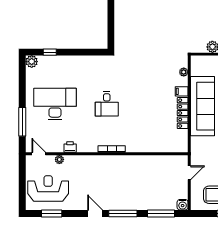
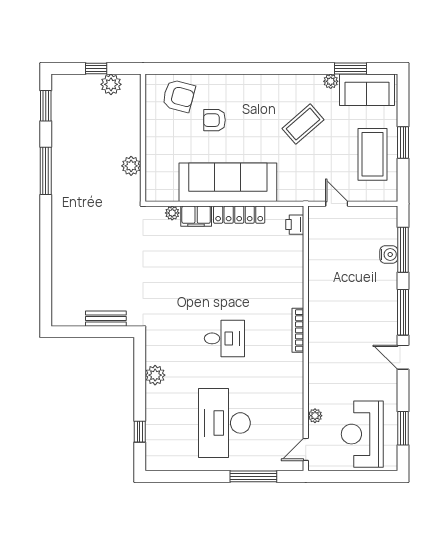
bench: (119, 31) -> (106, 319), added
plant: (32, 62) -> (155, 375), moved
filing cabinet: (182, 91) -> (196, 216), width x2.00
printer: (70, 147) -> (295, 225), moved
water cooler: (183, 205) -> (389, 254), moved
door: (95, 213) -> (403, 357), hinge flipped

